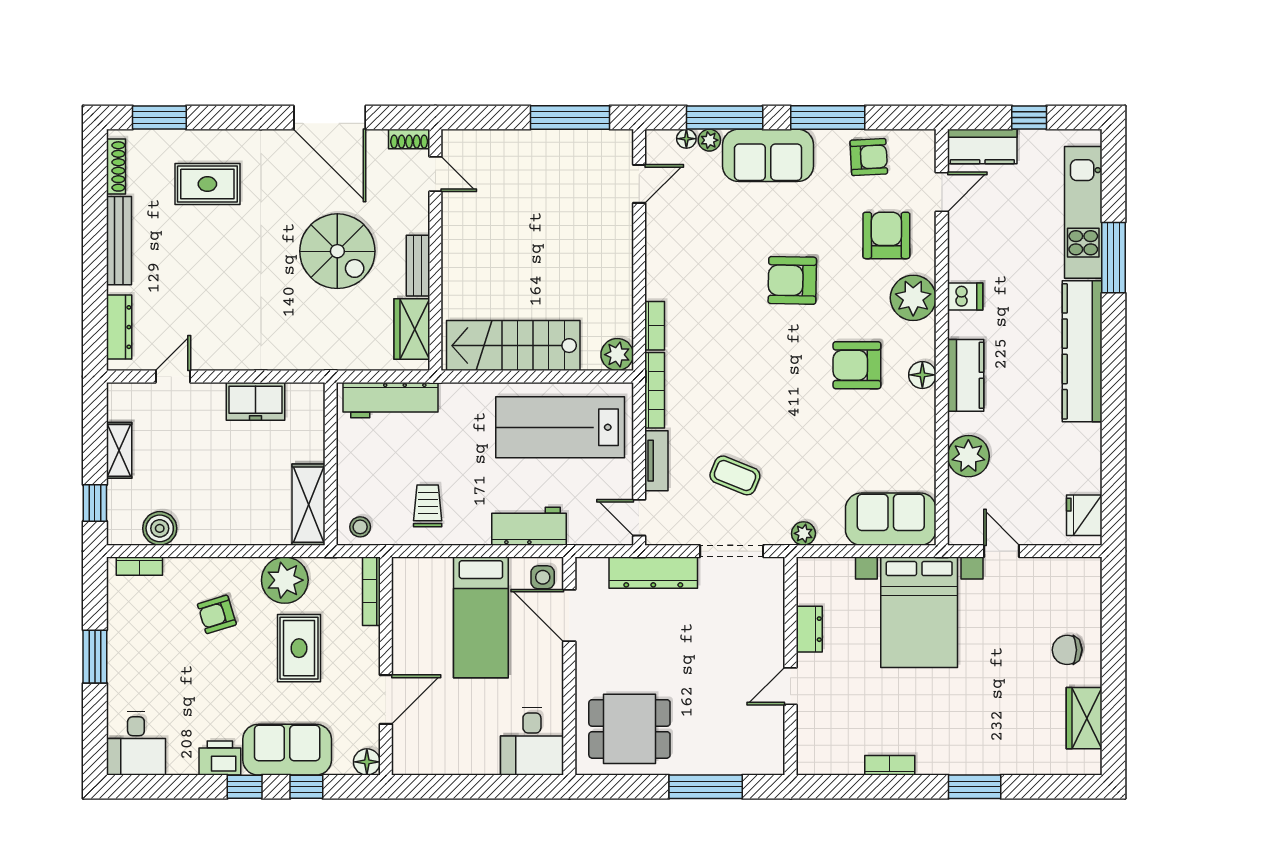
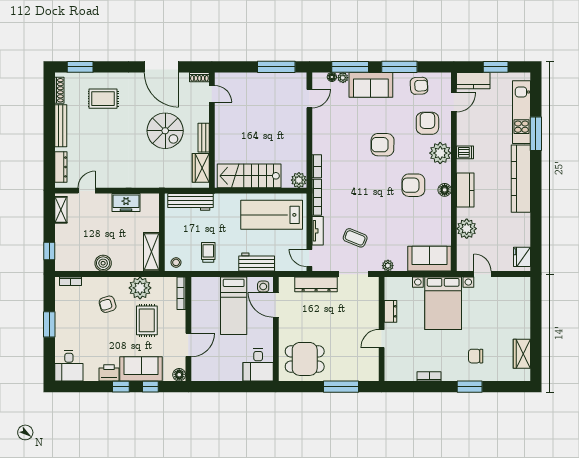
window: (1029, 117) -> (496, 67), width x1.50
shelving: (119, 450) -> (61, 210), moved
boiler: (160, 528) -> (103, 263), moved
chair: (1067, 650) -> (476, 356), moved

